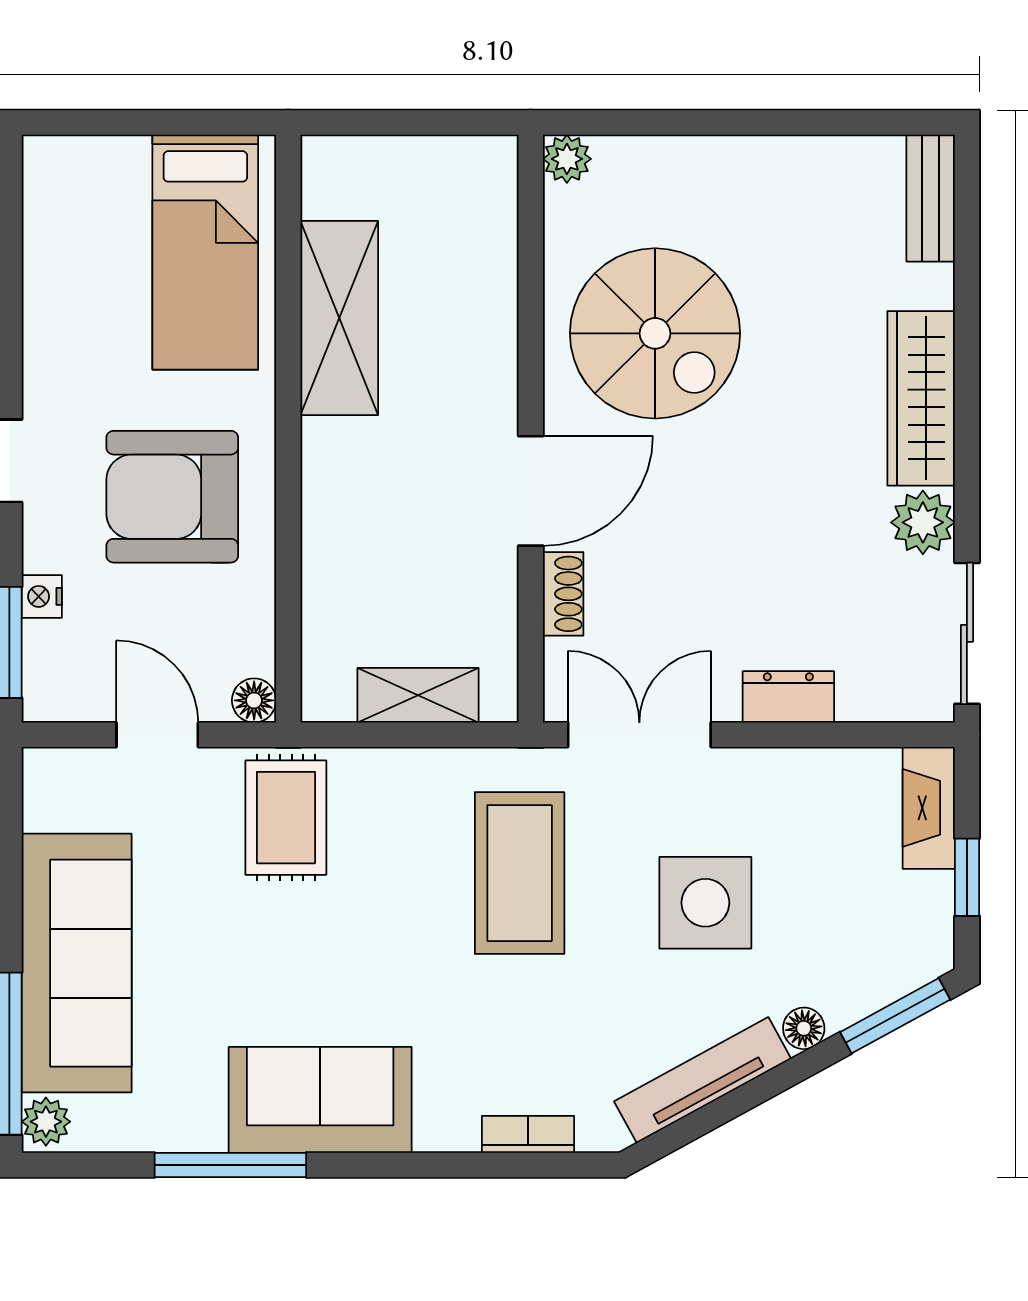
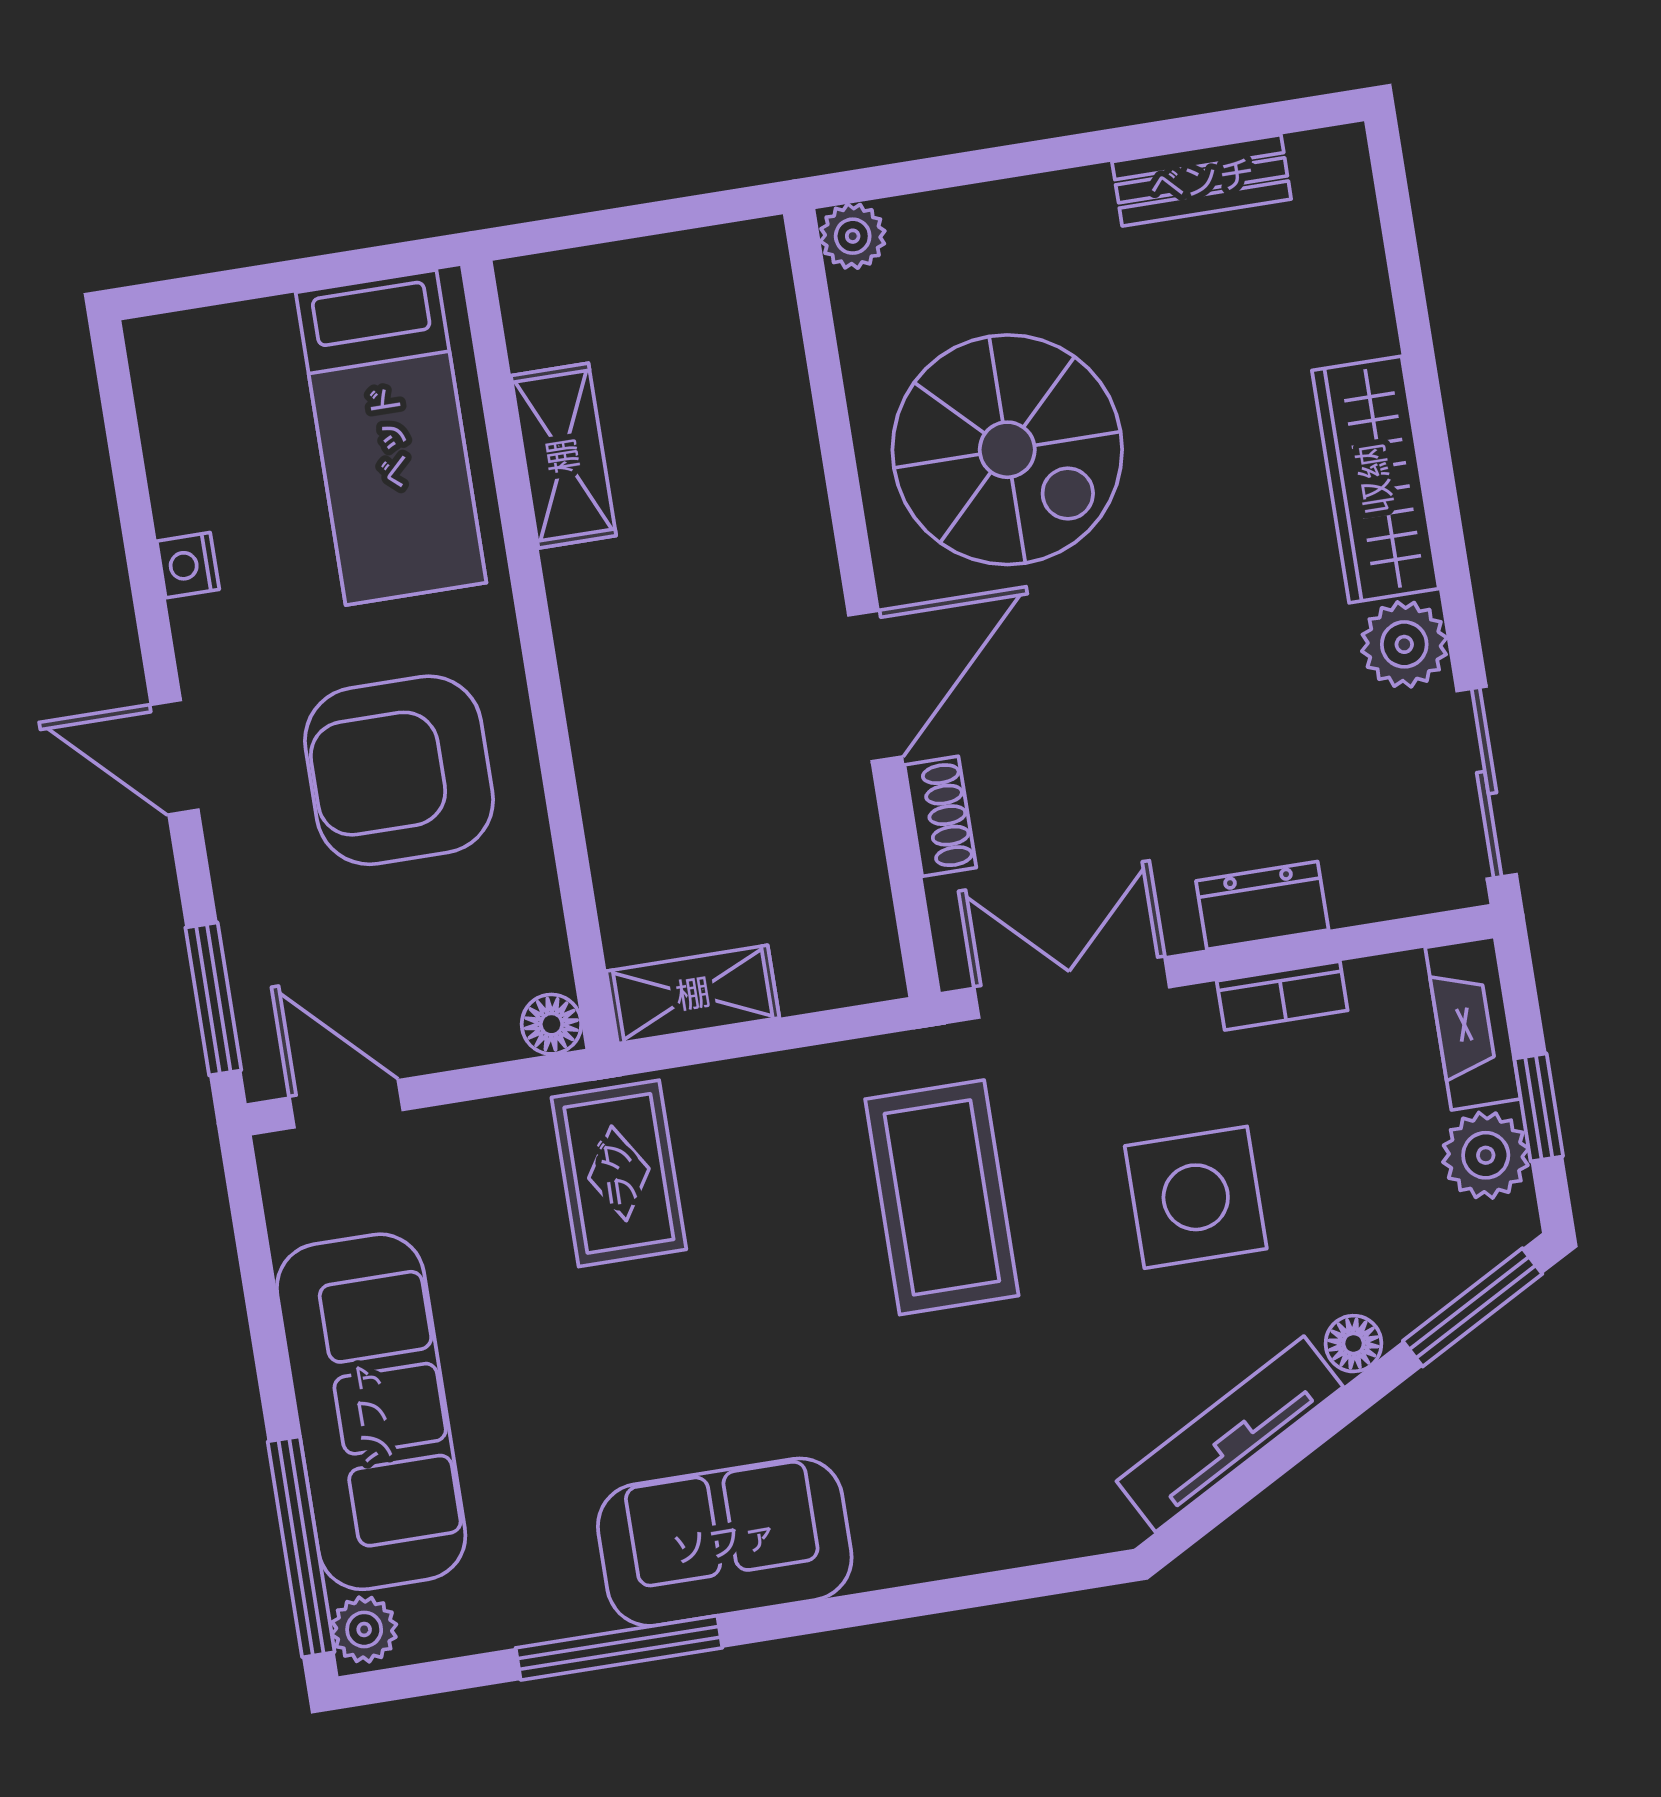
bench: (931, 198) -> (1202, 180), moved, turned 90
shelving: (339, 318) -> (563, 456), width x0.67, depth x0.75
nightstand: (42, 596) -> (188, 565), moved
shelving: (418, 695) -> (693, 994), moved
door: (157, 735) -> (346, 1104), moved
plant: (923, 906) -> (1486, 1155), added
bookcase: (528, 1134) -> (1282, 996), moved, turned 180

